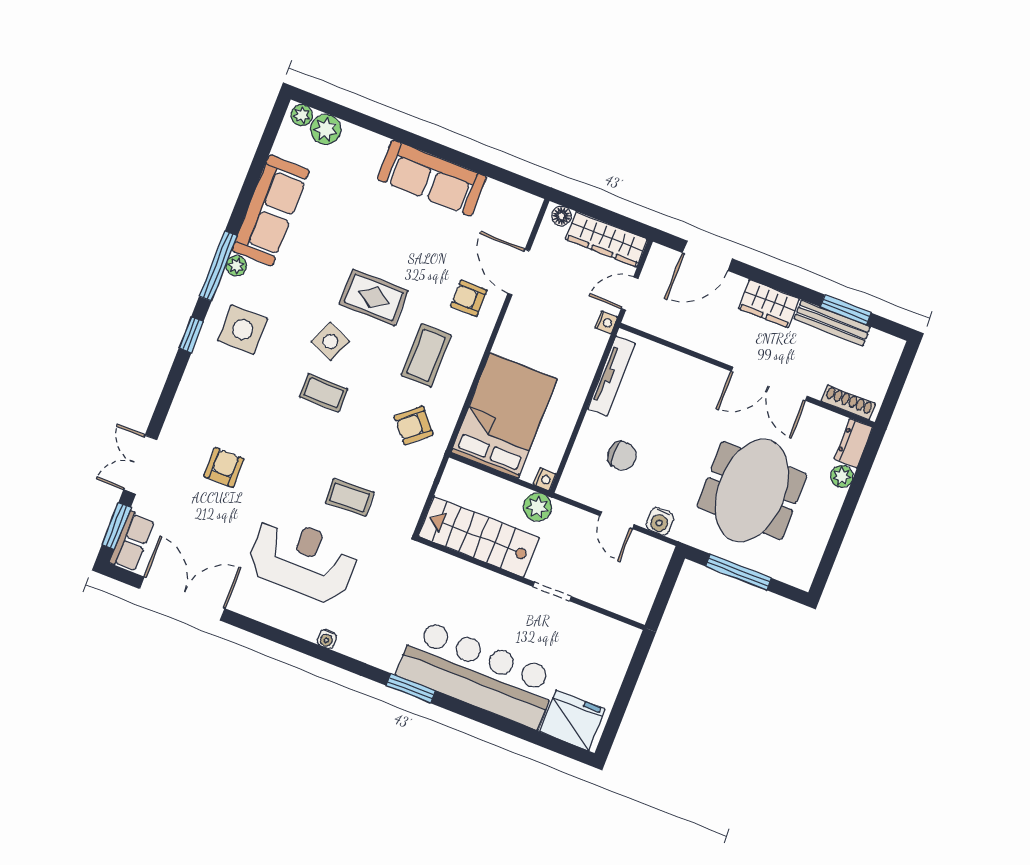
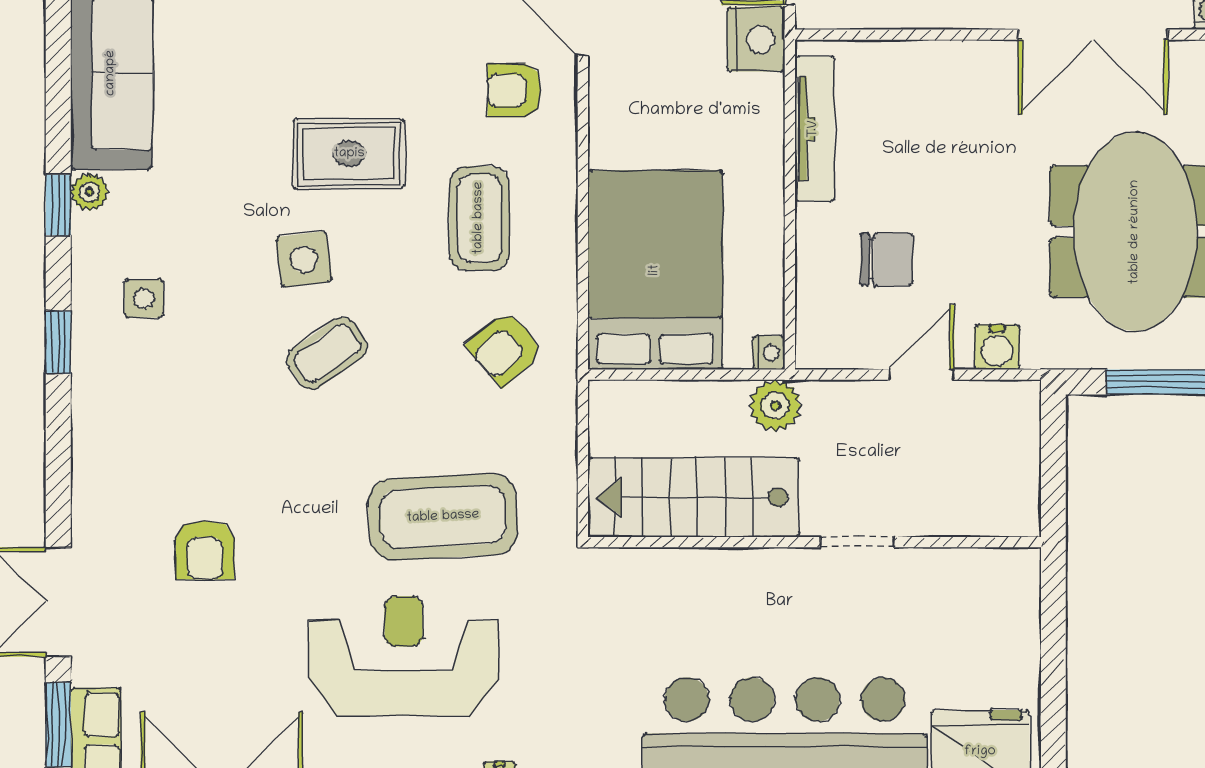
window: (218, 266) -> (58, 205), width x0.46
nightstand: (606, 322) -> (756, 39), width x1.89, depth x1.79
side table: (243, 330) -> (144, 298), width x0.54, depth x0.54
side table: (330, 341) -> (304, 259), turned -30
coffee table: (324, 393) -> (327, 353), turned -35
armchair: (224, 467) -> (205, 550), turned 180
coffee table: (350, 497) -> (443, 517), width x1.86, depth x1.72
door: (617, 520) -> (921, 375), swing flipped

